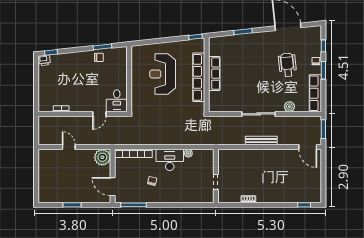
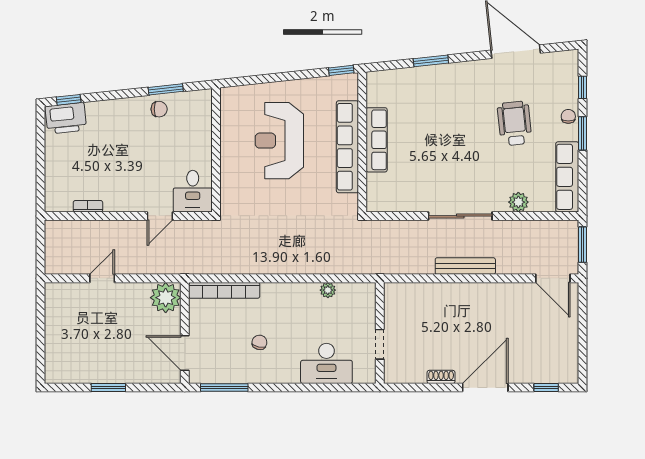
printer: (44, 60) -> (66, 118), width x1.87, depth x1.48
door: (69, 147) -> (102, 278), hinge flipped
desk: (170, 160) -> (326, 363), moved, turned 180
door: (272, 205) -> (485, 388), added

